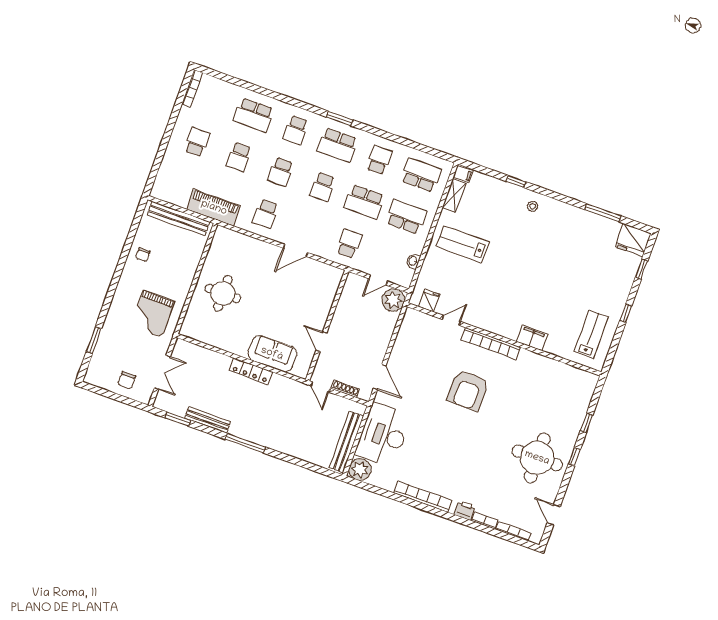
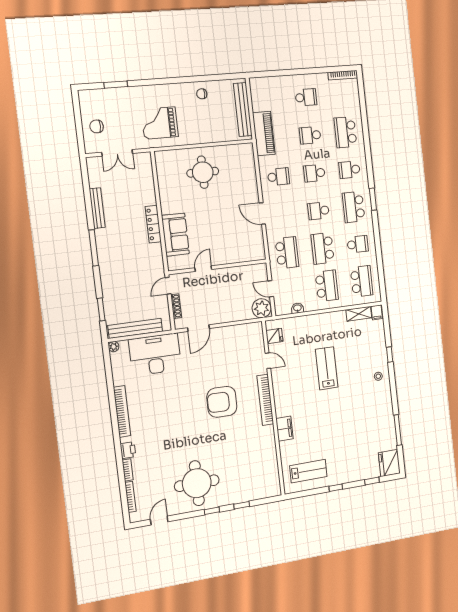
school desk: (266, 214) -> (278, 177), turned 180
school desk: (349, 244) -> (287, 253), width x1.85
lab bench: (463, 244) -> (327, 368), moved
window: (178, 419) -> (101, 309), moved
plant: (360, 469) -> (114, 347), width x0.53, depth x0.53

